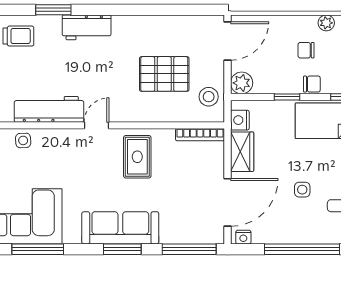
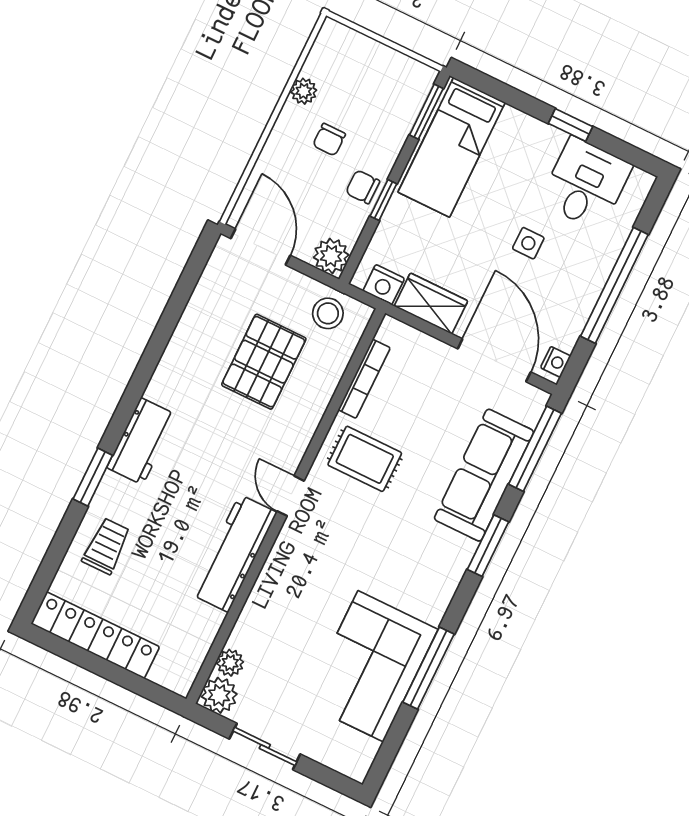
chair: (312, 84) -> (363, 187), moved, turned -90
bookcase: (200, 135) -> (364, 379), moved
side table: (23, 140) -> (261, 613), removed
sofa: (120, 228) -> (484, 475), moved

